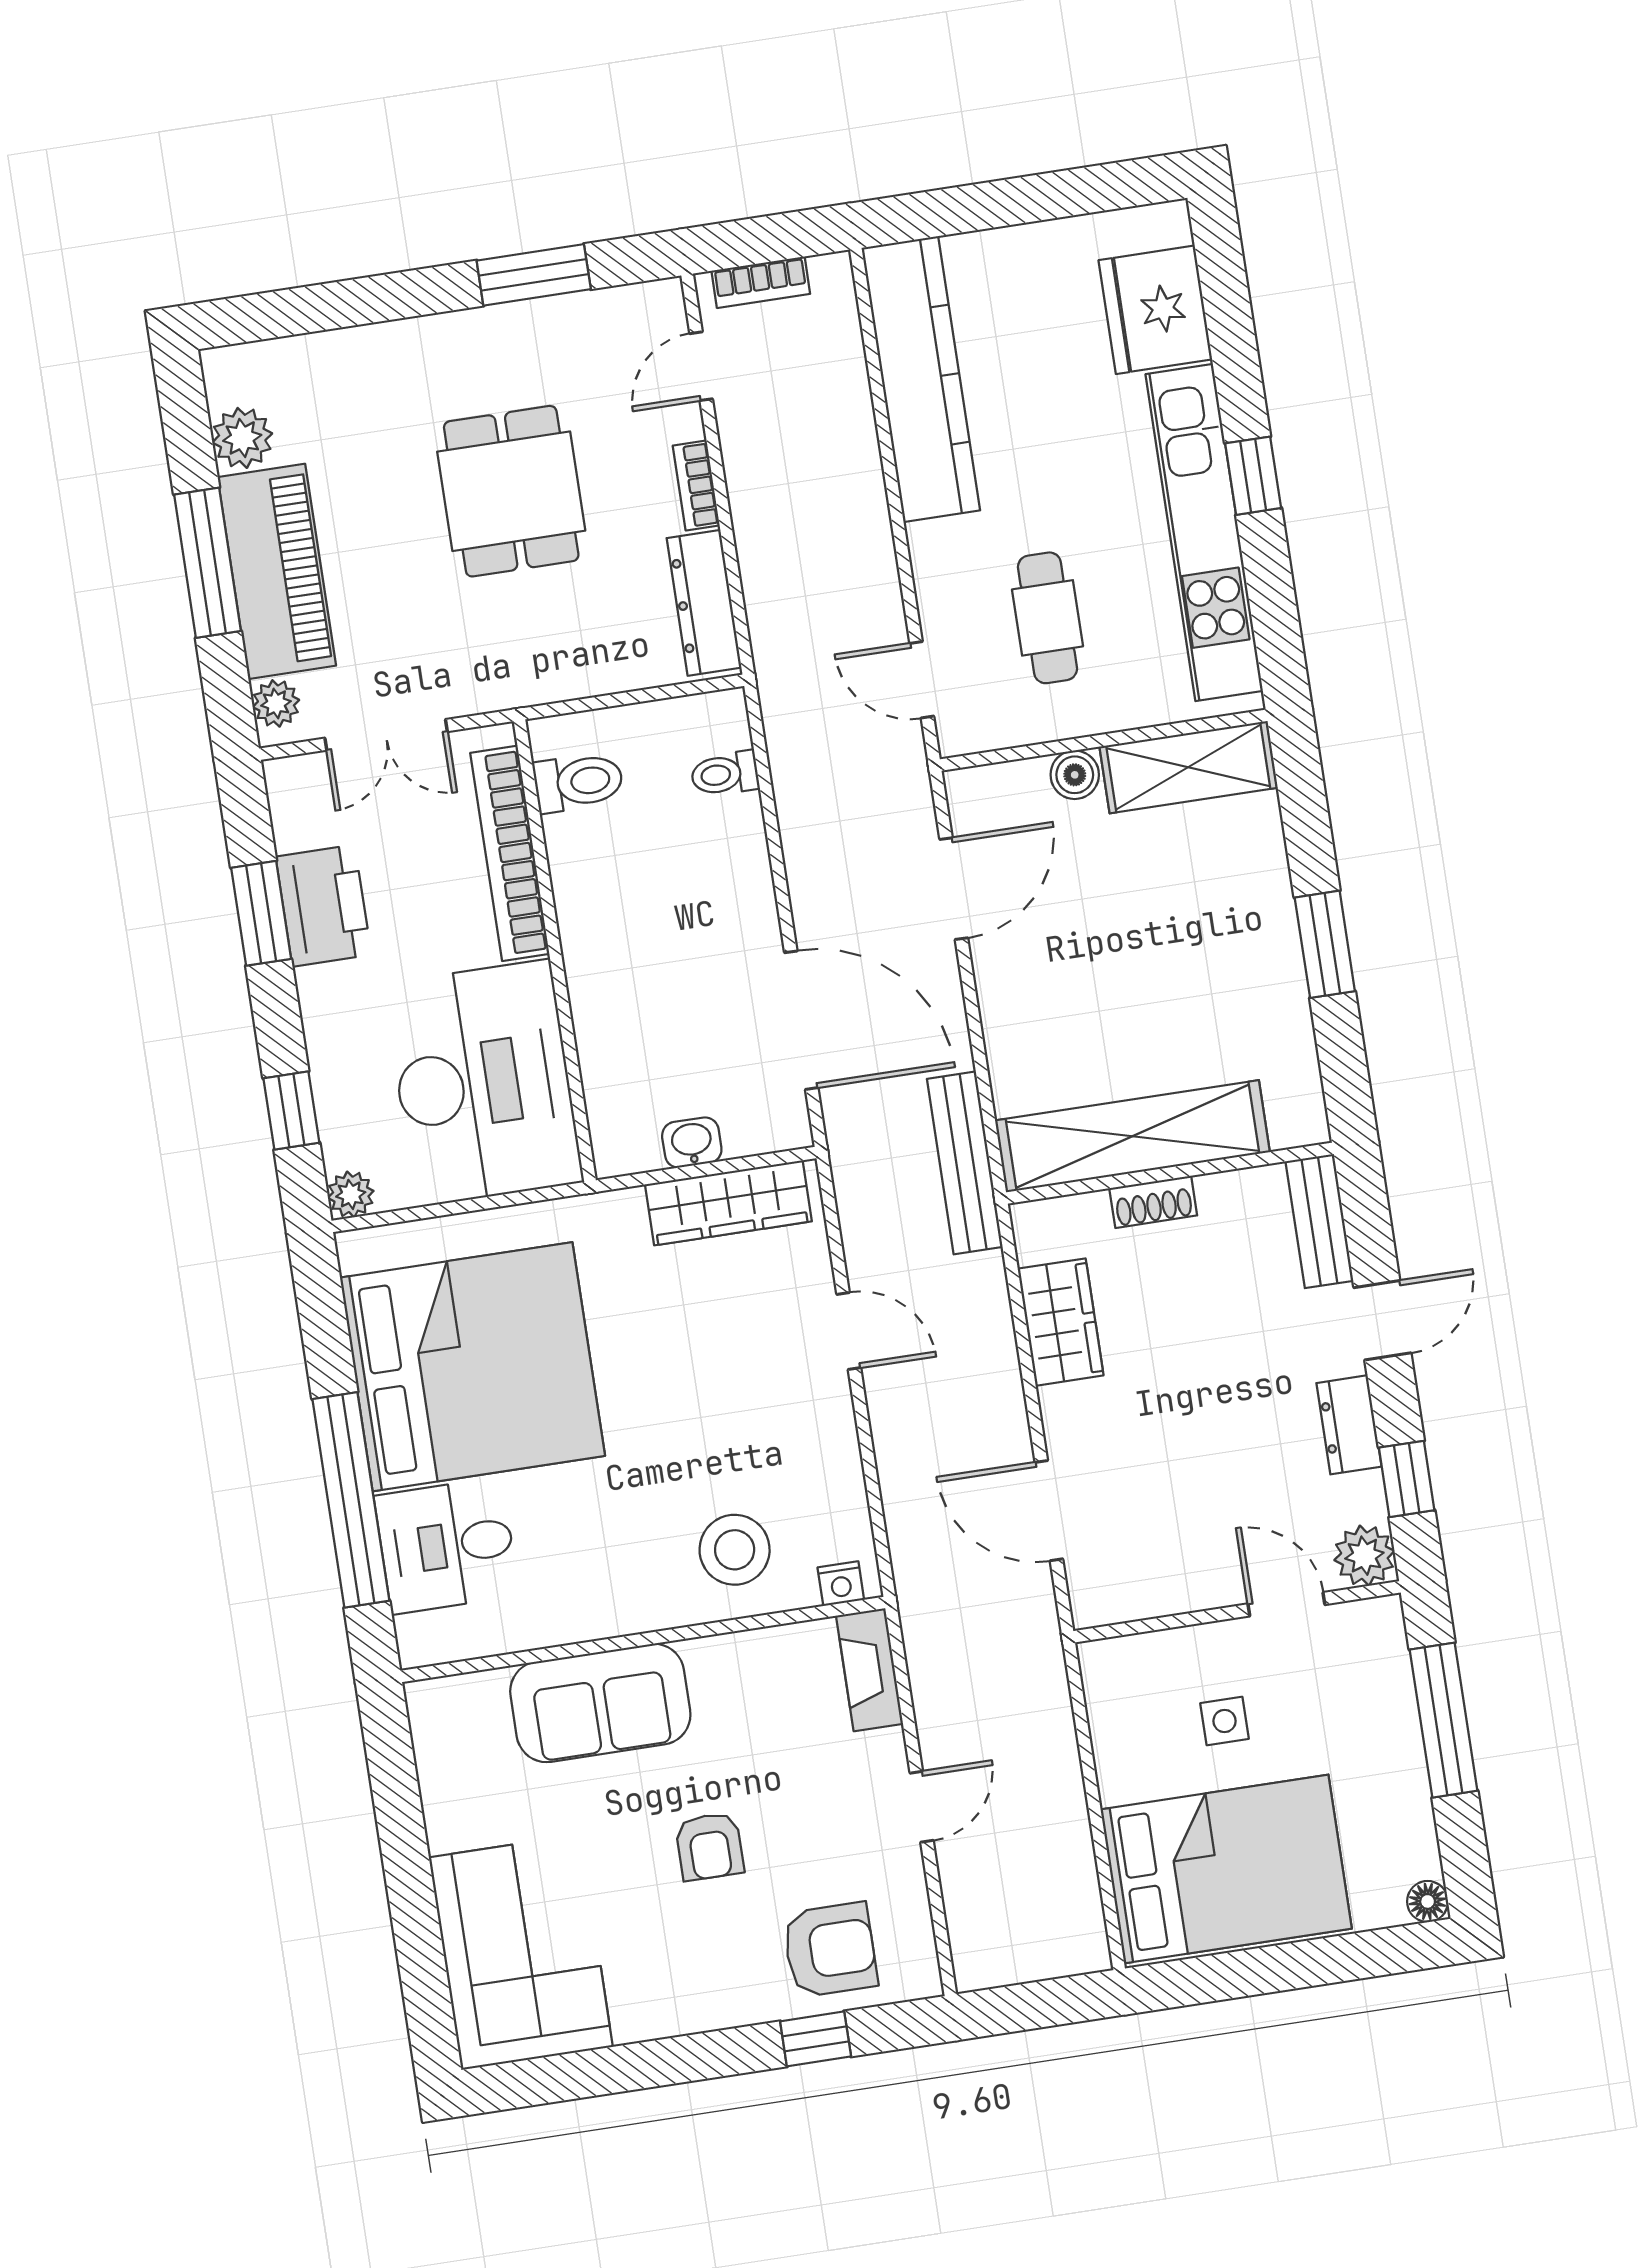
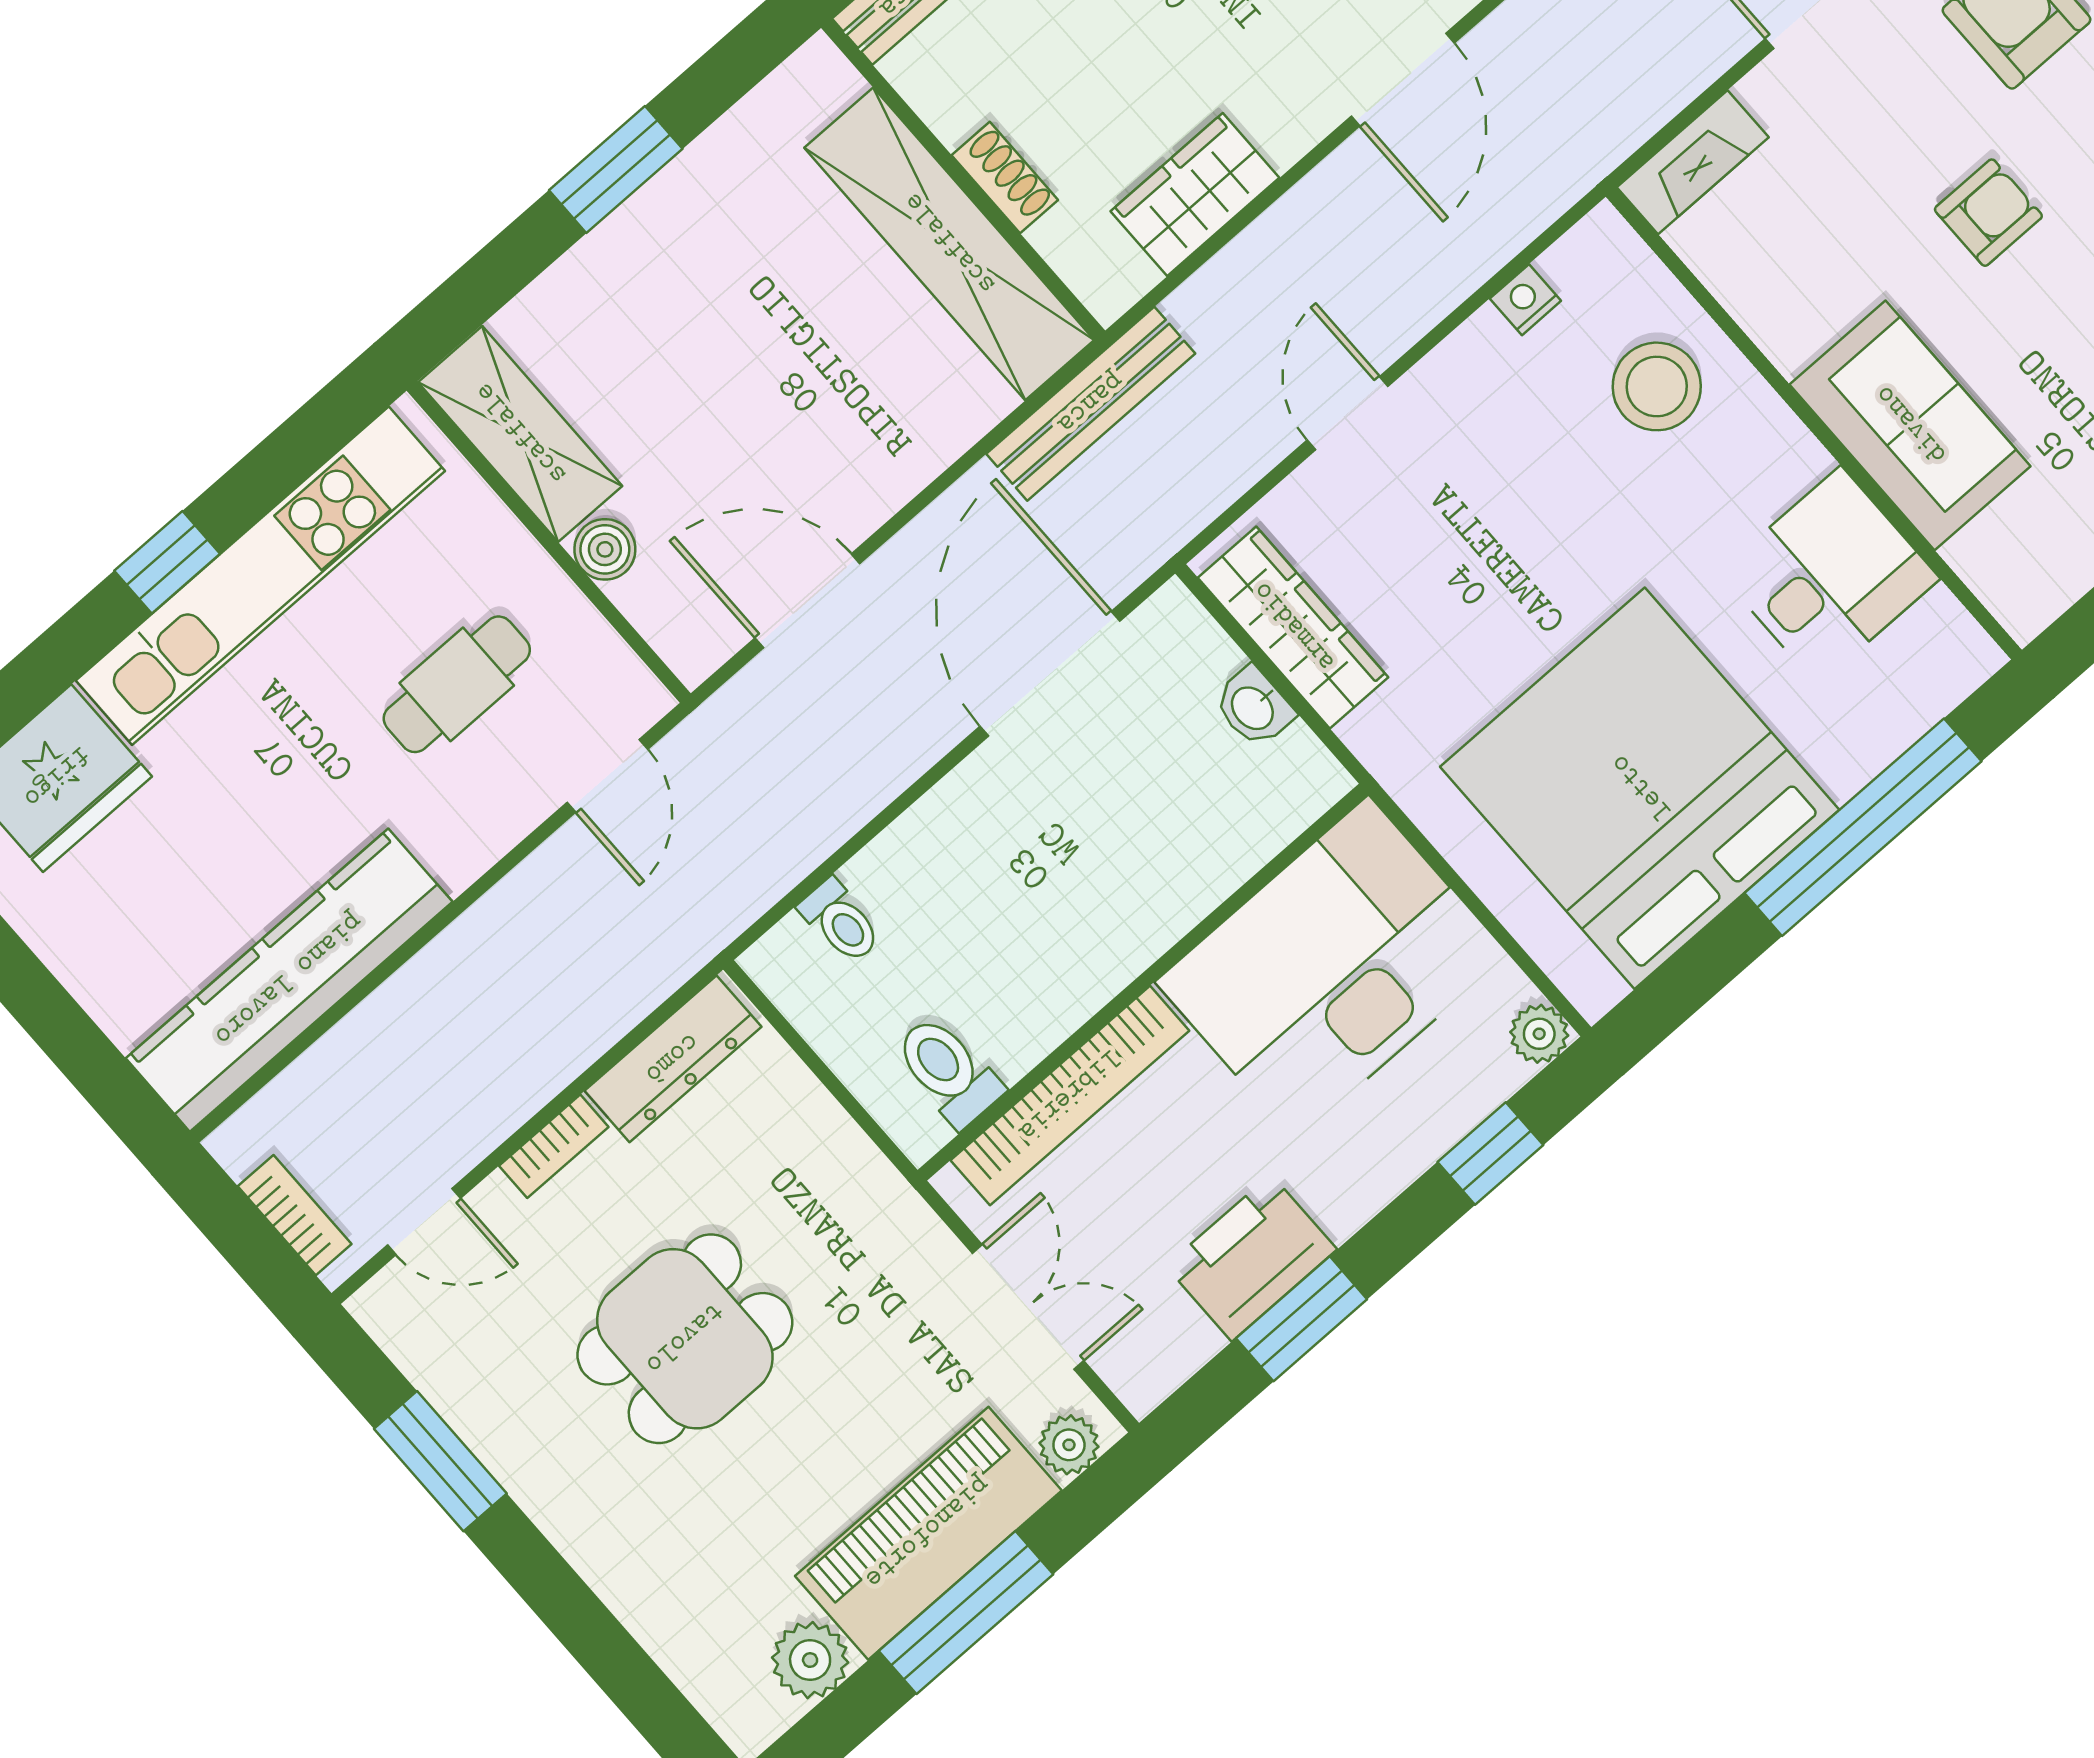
desk: (447, 1546) -> (1829, 576), moved, turned -90
nightstand: (841, 1584) -> (1525, 300), moved, turned -90

